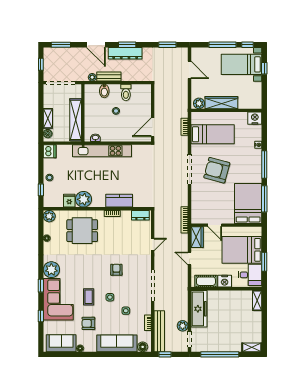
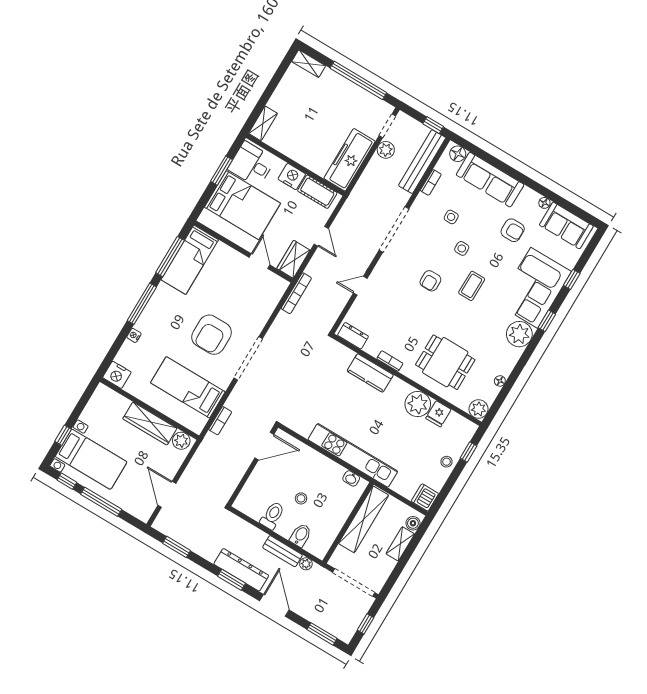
armchair: (217, 170) -> (212, 335), turned 75
bed: (248, 204) -> (190, 260), width x0.67
coffee table: (89, 297) -> (472, 286), moved

